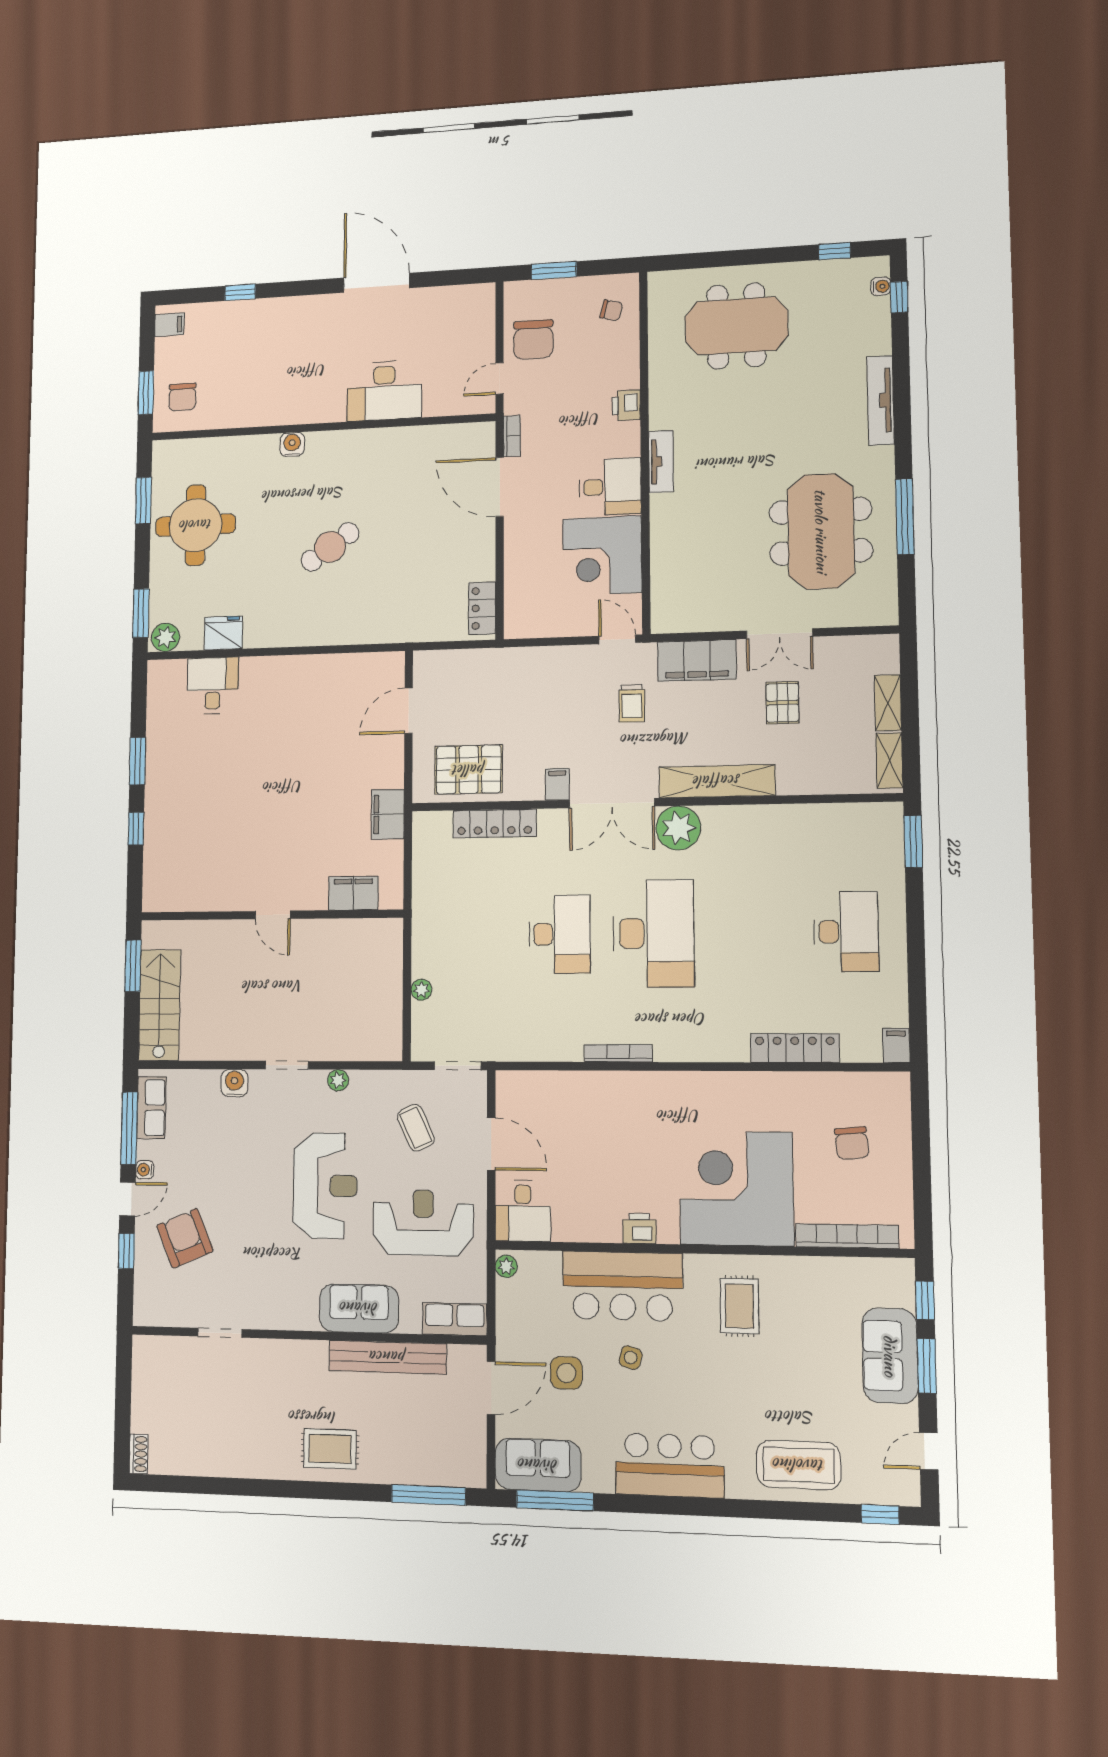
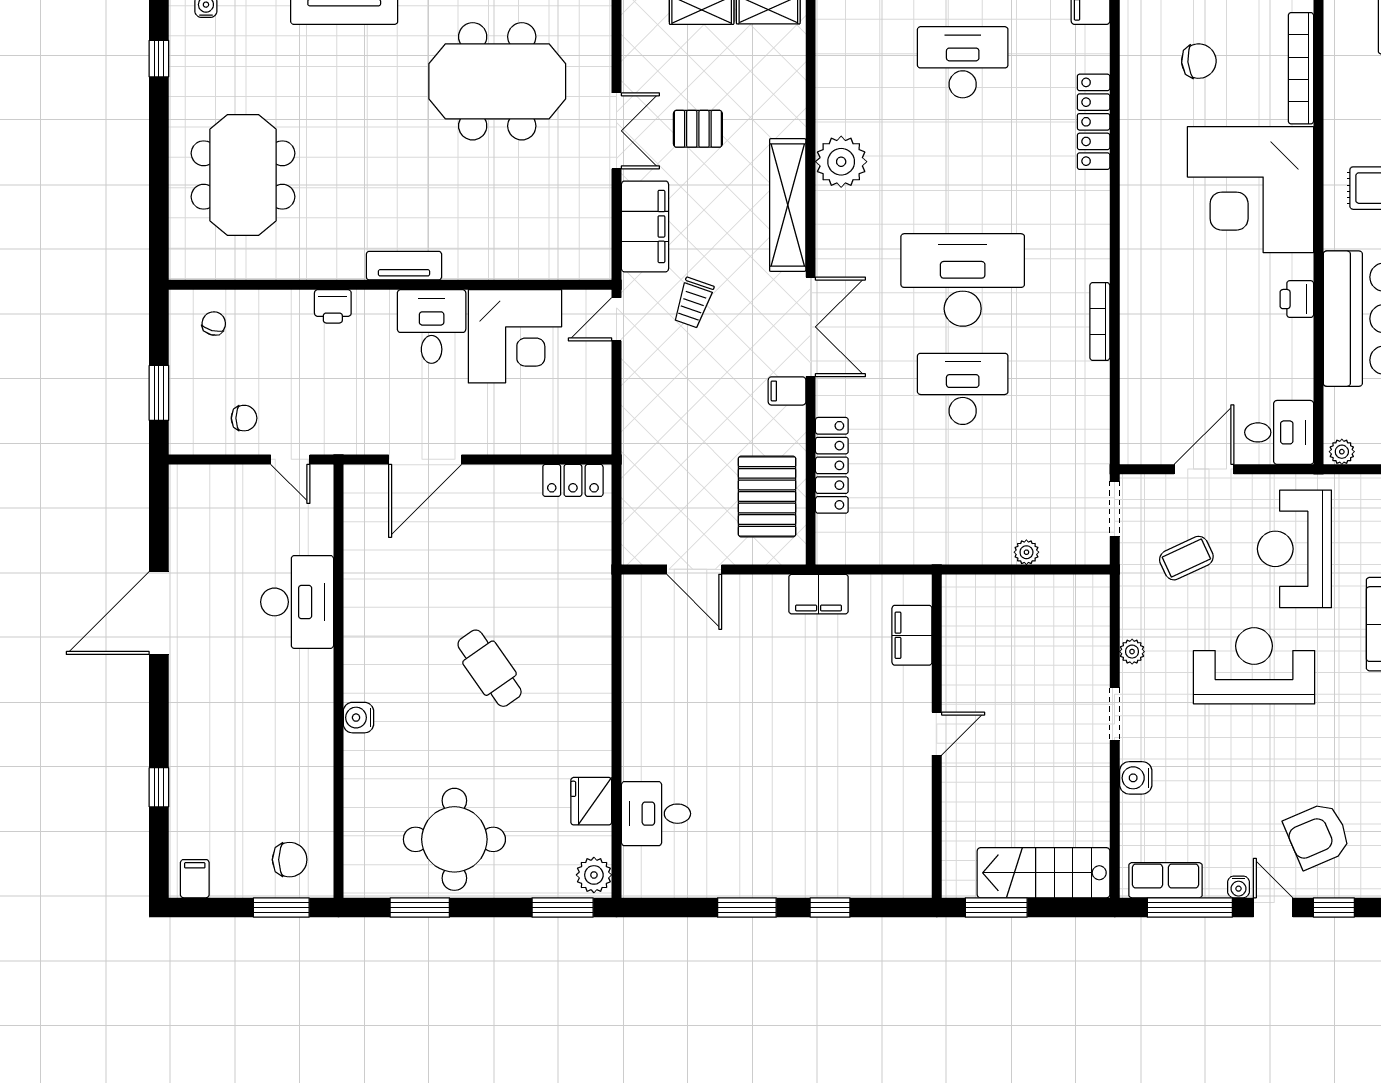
chair: (533, 340) -> (244, 418), width x0.54, depth x0.54
bookcase: (512, 436) -> (363, 445), removed
trolley: (632, 703) -> (693, 303), turned 109
plant: (678, 828) -> (841, 162), moved

